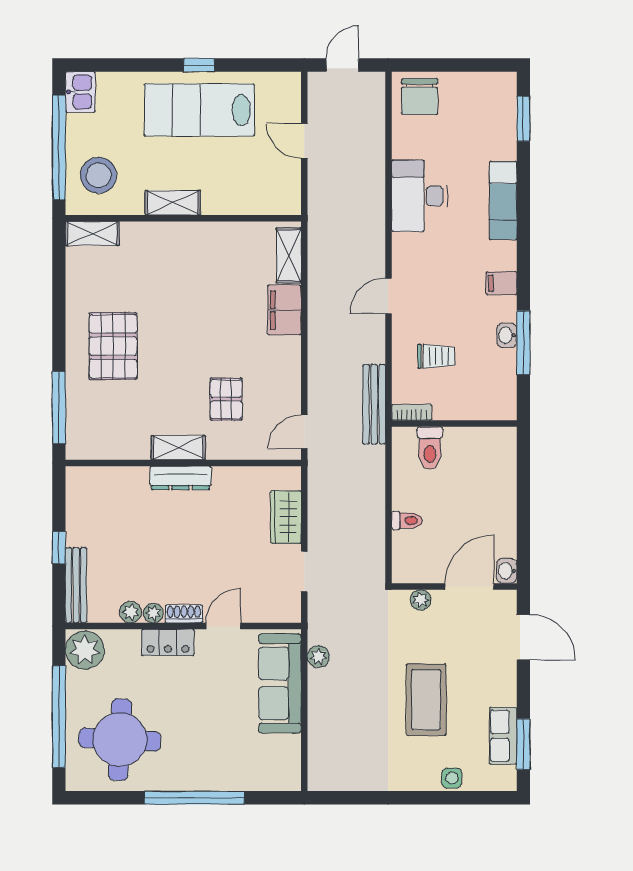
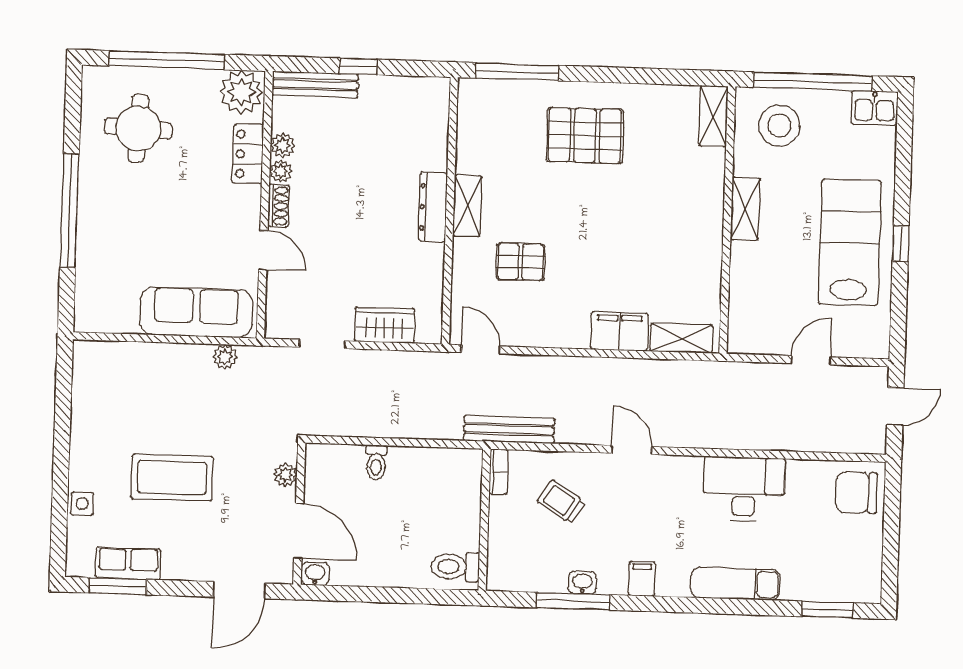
door: (342, 65) -> (895, 406), hinge flipped
trolley: (436, 356) -> (561, 502), turned 123
toilet: (430, 448) -> (455, 567), moved
locker: (168, 642) -> (248, 154), moved
round table: (120, 740) -> (138, 128), width x0.73, depth x0.73

